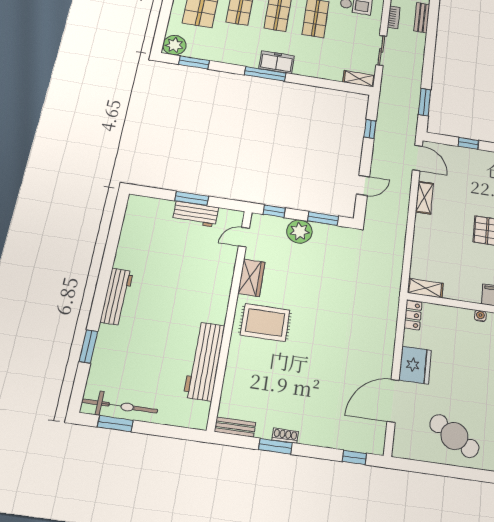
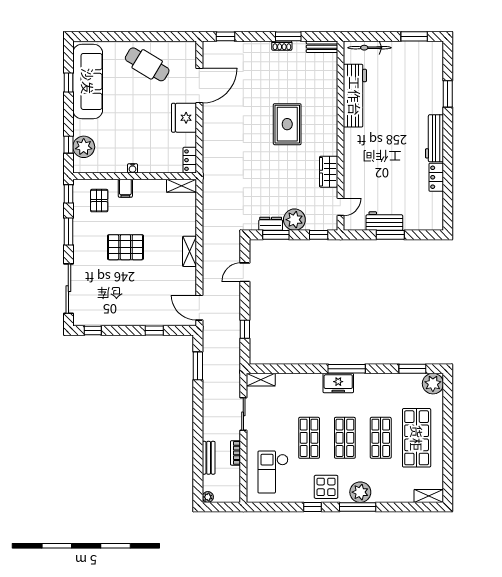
shelving: (424, 198) -> (190, 251), moved
dresser: (327, 231) -> (271, 224), added
locker: (124, 252) -> (436, 177), added
rug: (265, 323) -> (287, 124), moved, turned 90
bicycle: (120, 406) -> (369, 48), moved, width x0.73, depth x0.71

